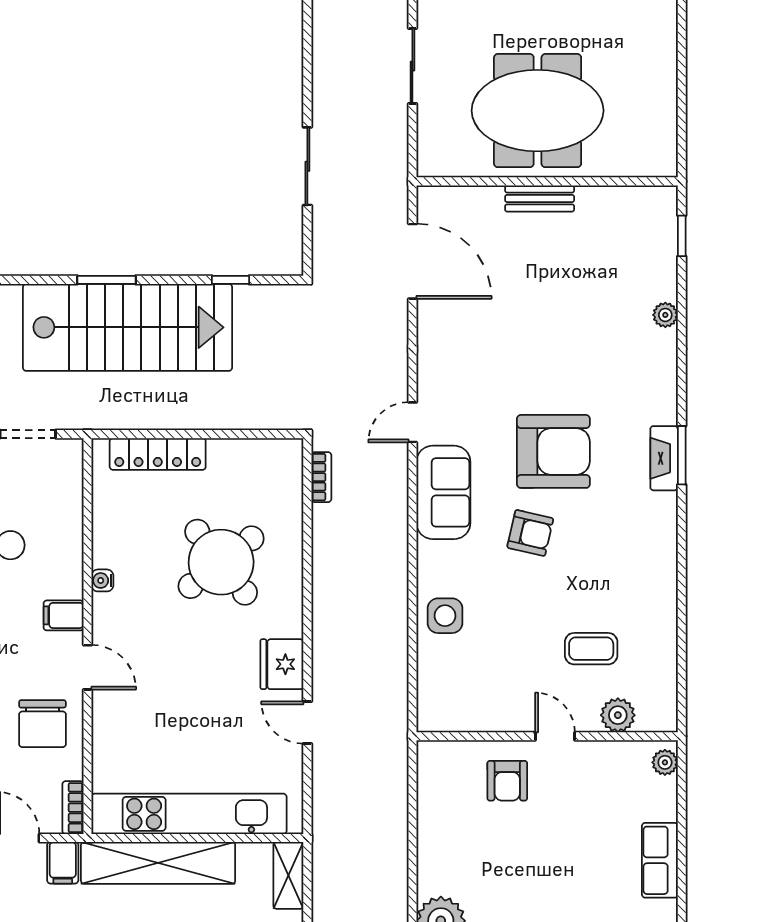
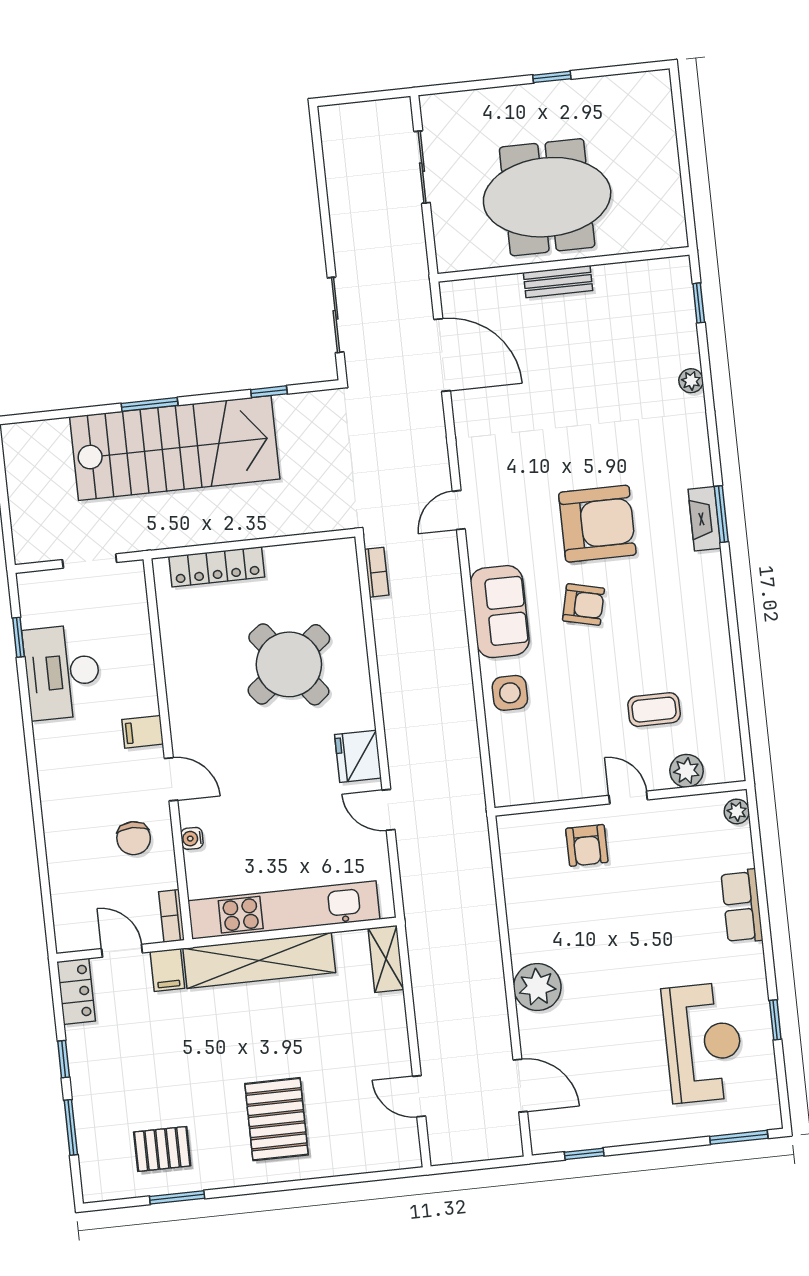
sliding door: (307, 166) -> (336, 315), moved
sofa: (443, 492) -> (500, 612), moved
water cooler: (102, 580) -> (192, 838), moved
chair: (42, 724) -> (134, 838), width x0.73, depth x0.73

